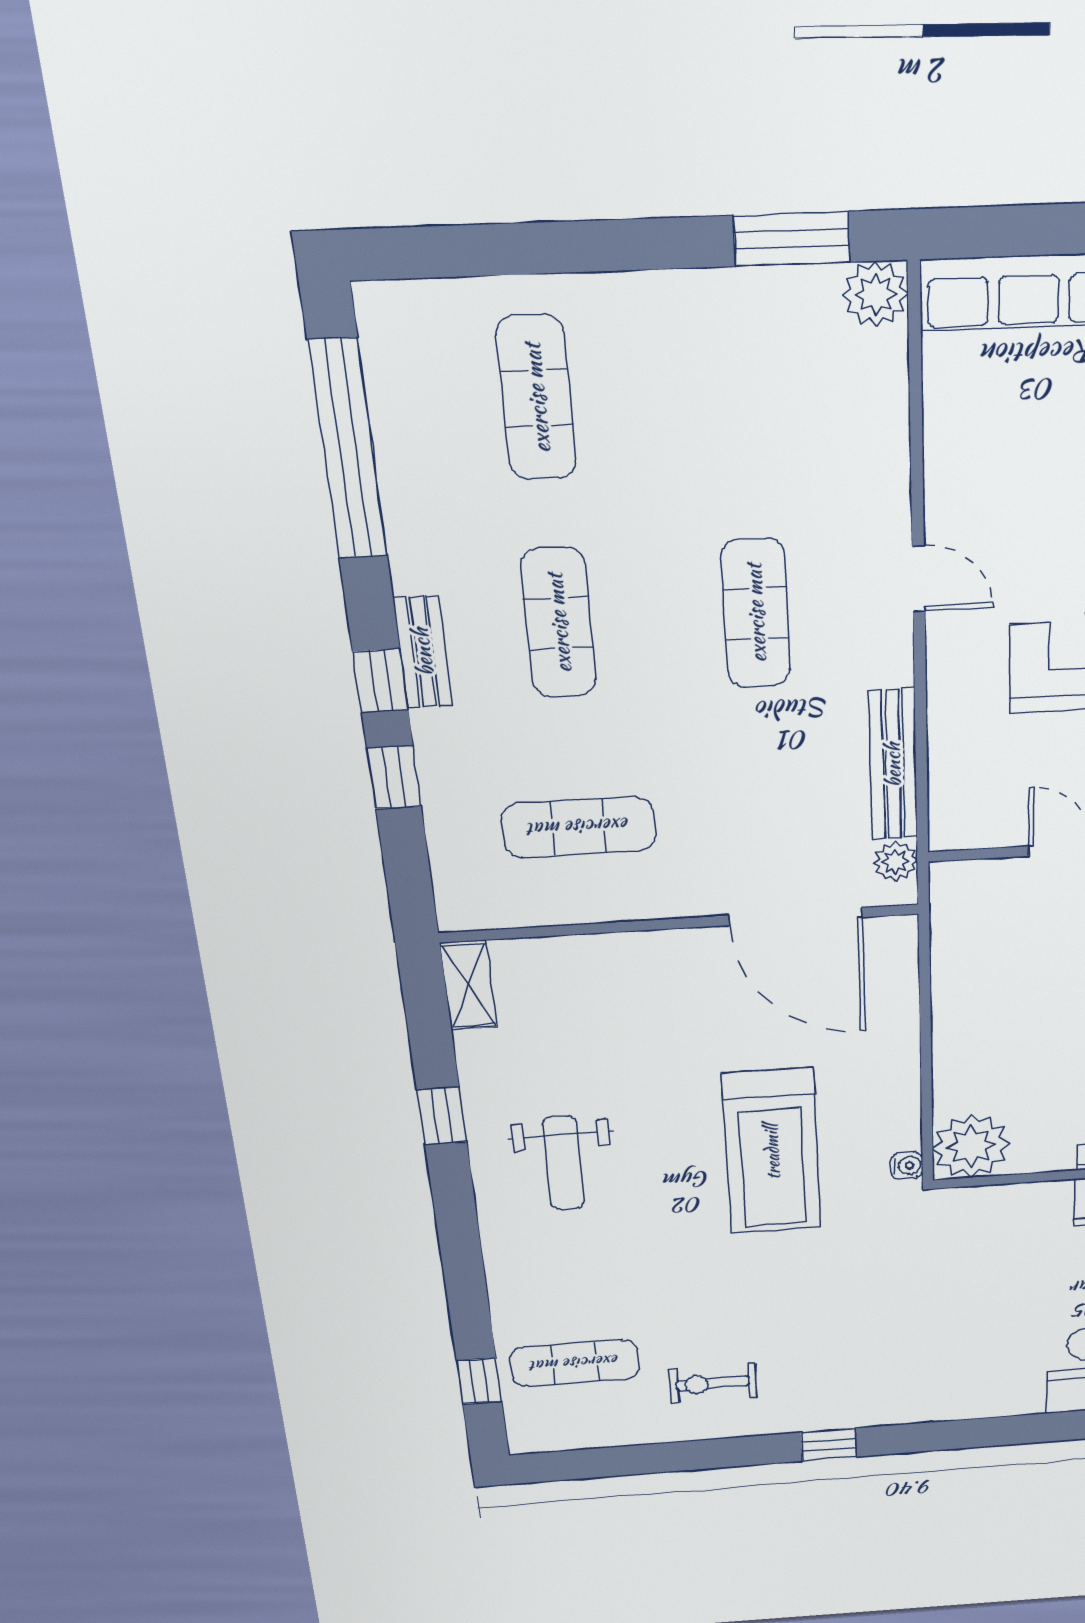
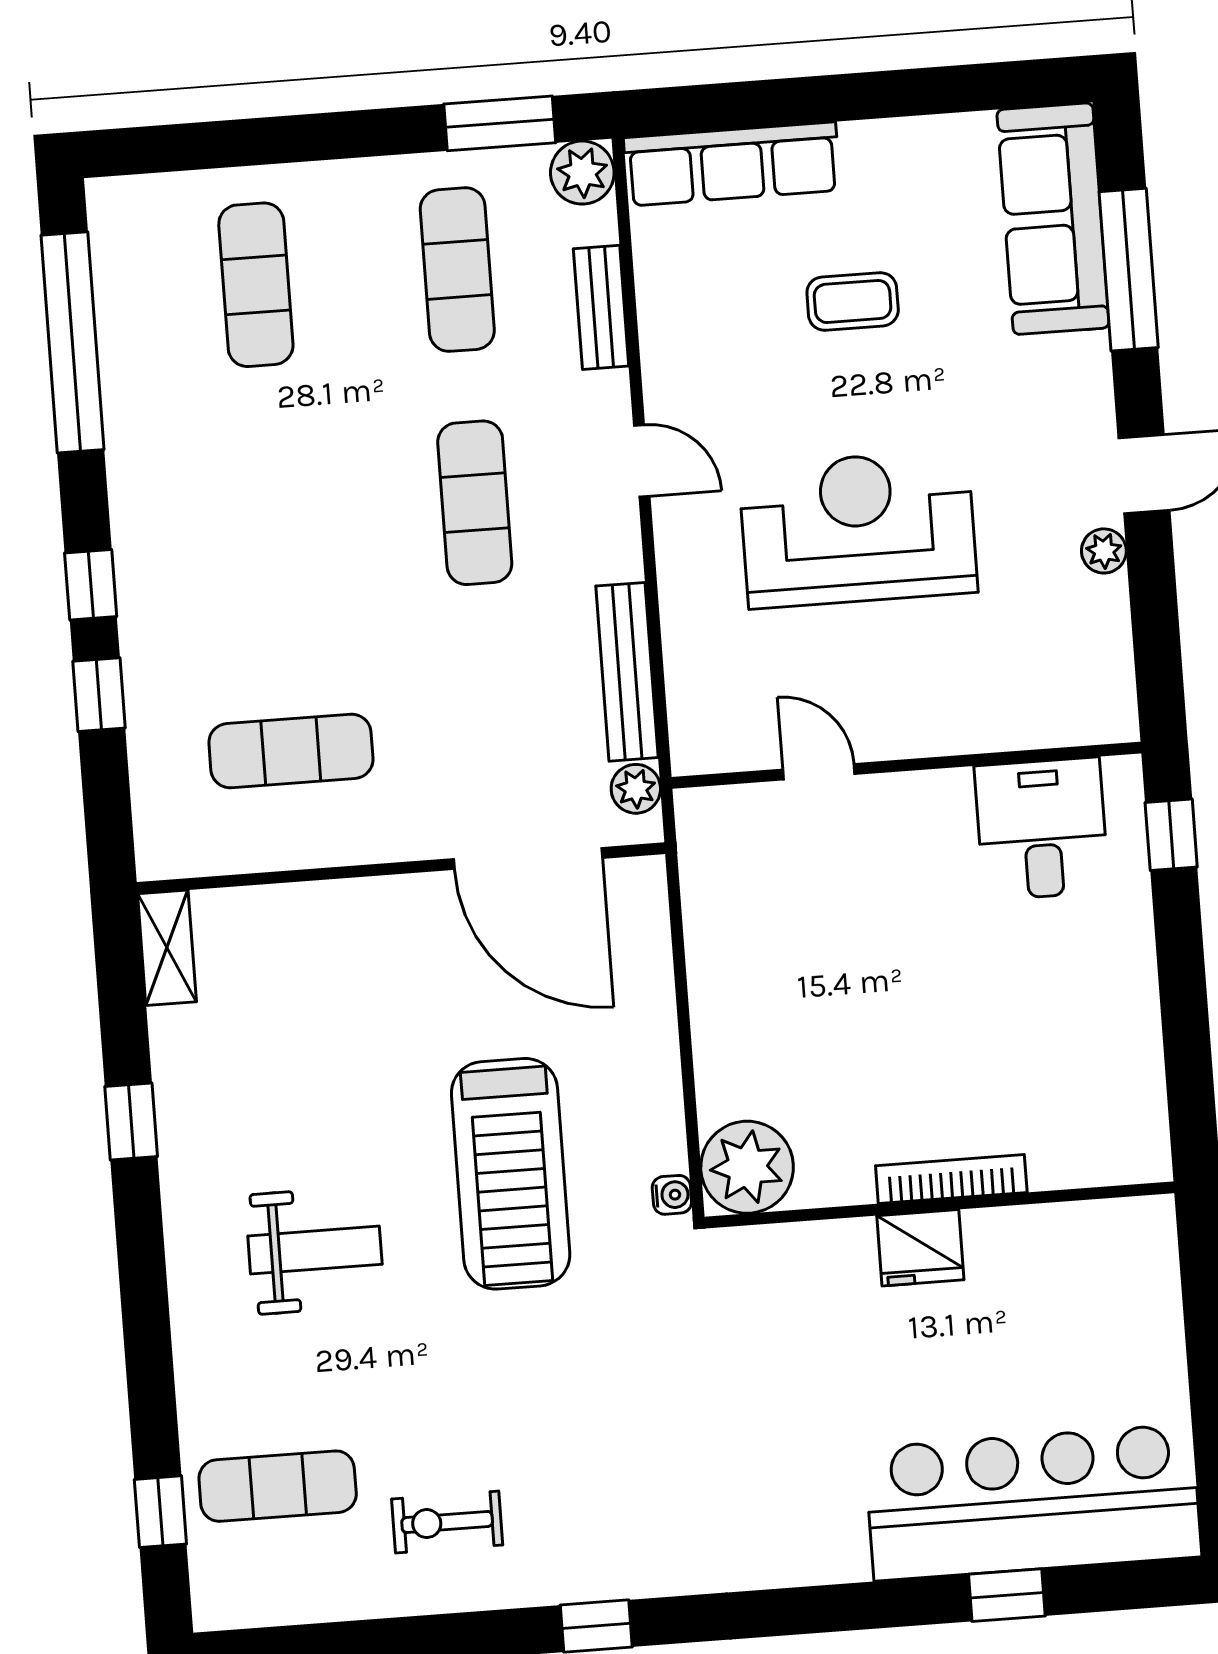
exercise mat: (559, 623) -> (457, 270), moved
bench: (423, 652) -> (601, 307), moved
weight bench: (563, 1163) -> (315, 1250), moved, turned -90

